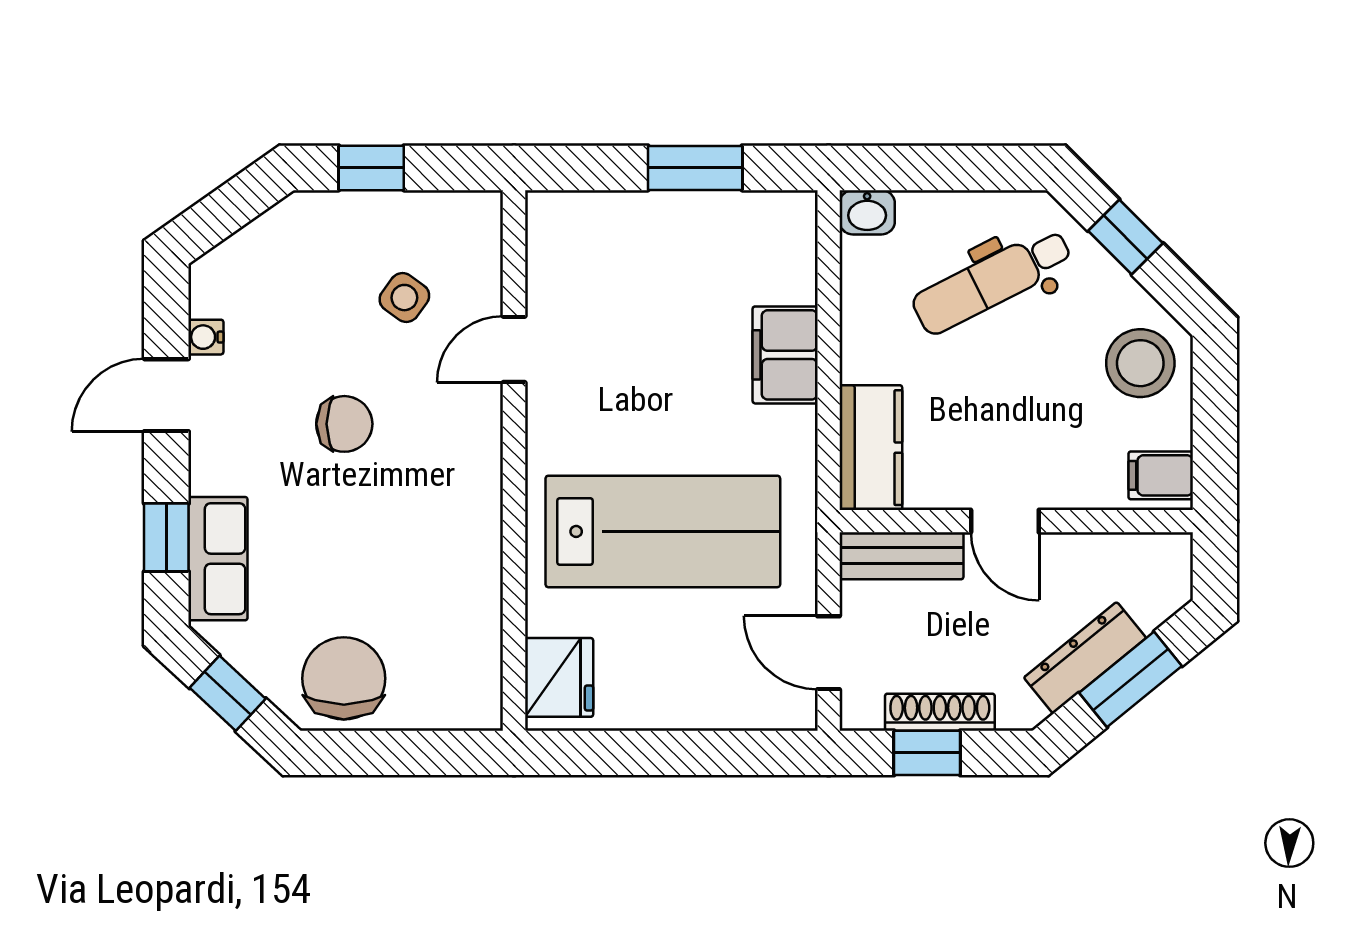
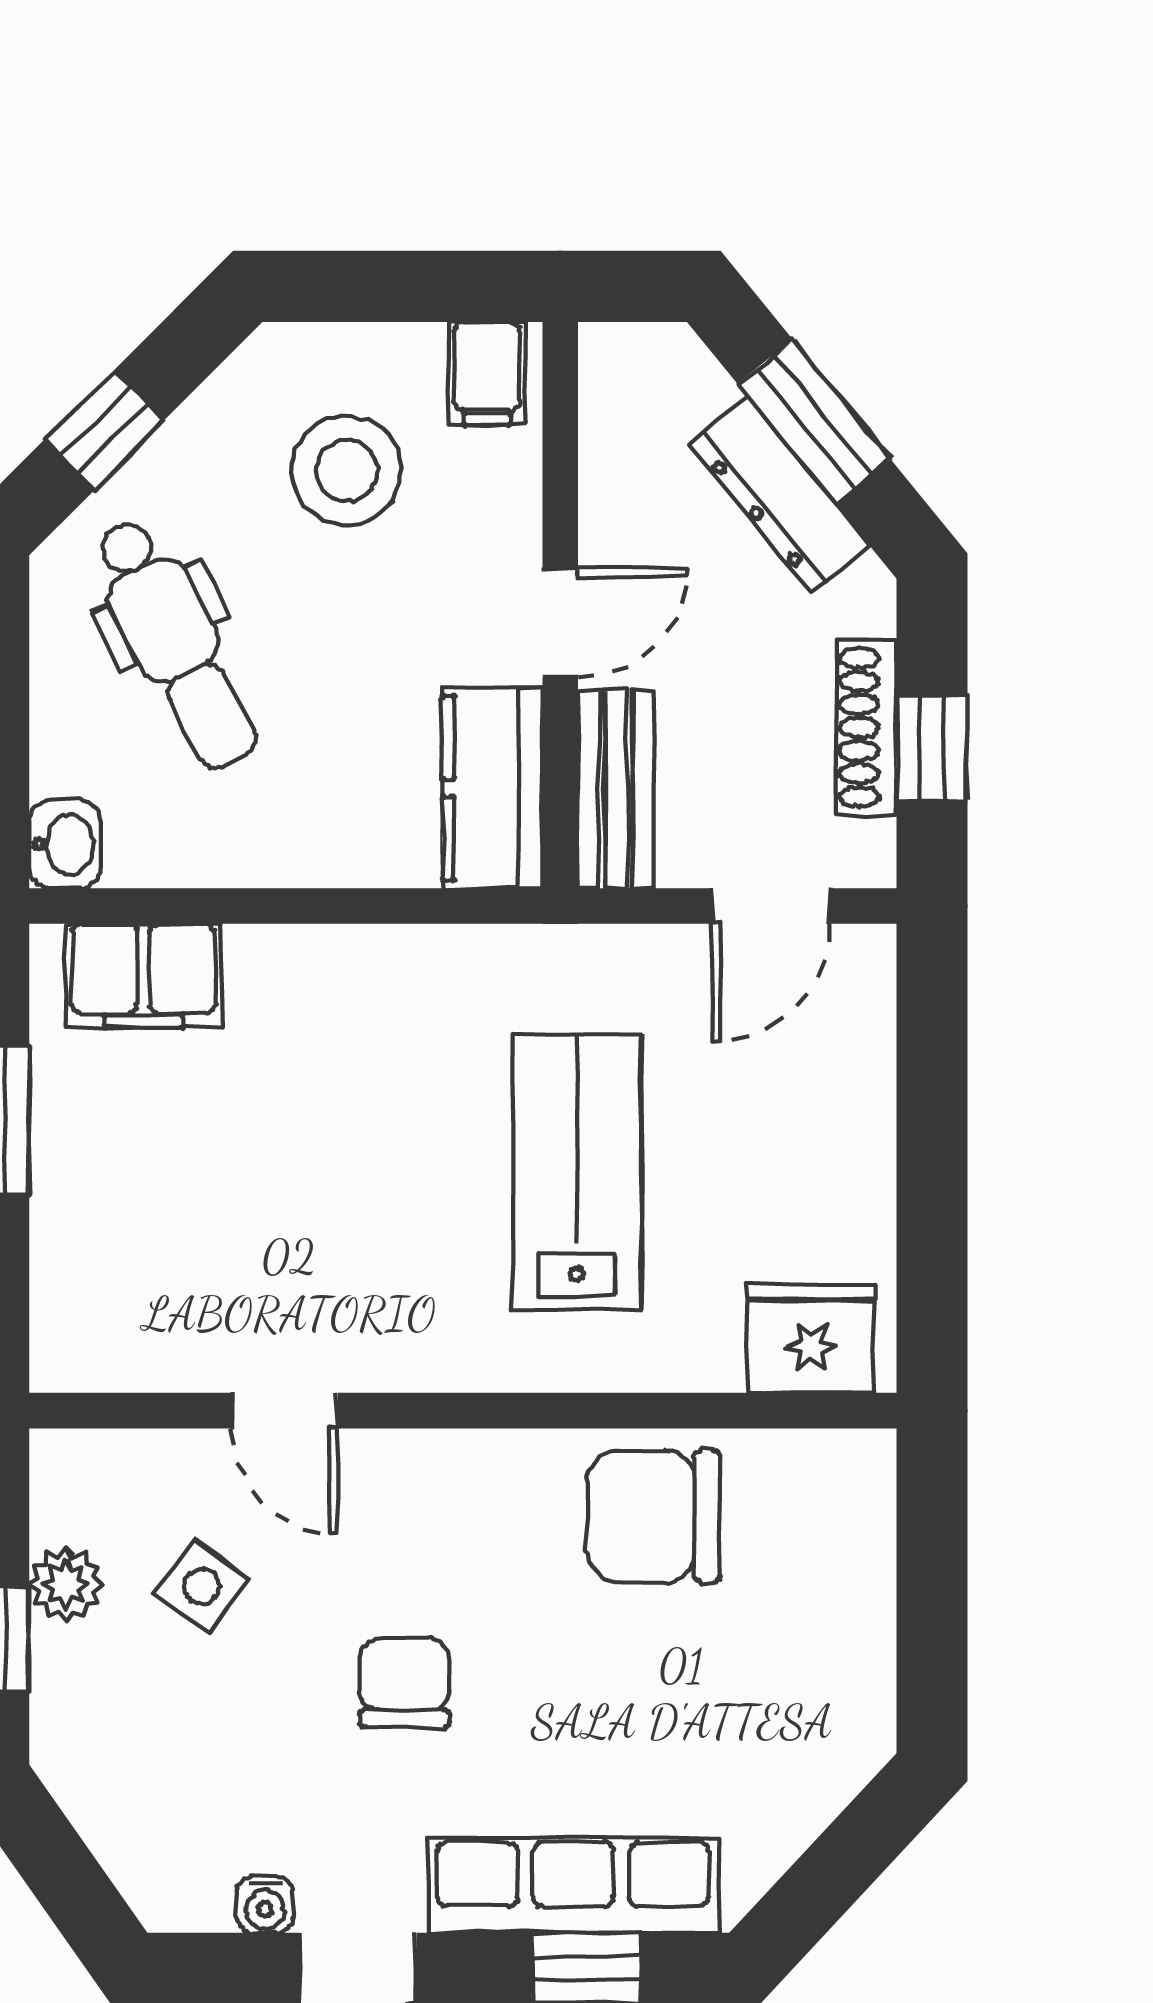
plant: (406, 213) -> (66, 1584), added
filing cabinet: (785, 355) -> (143, 976), moved
stool: (1140, 363) -> (347, 471), moved
kitchen counter: (871, 448) -> (492, 788), moved, turned -90
lab bench: (663, 531) -> (577, 1172), width x0.73, depth x0.72
row of seats: (218, 559) -> (573, 1886), width x1.48
chair: (344, 678) -> (654, 1516), moved
window: (228, 693) -> (836, 1870), removed

